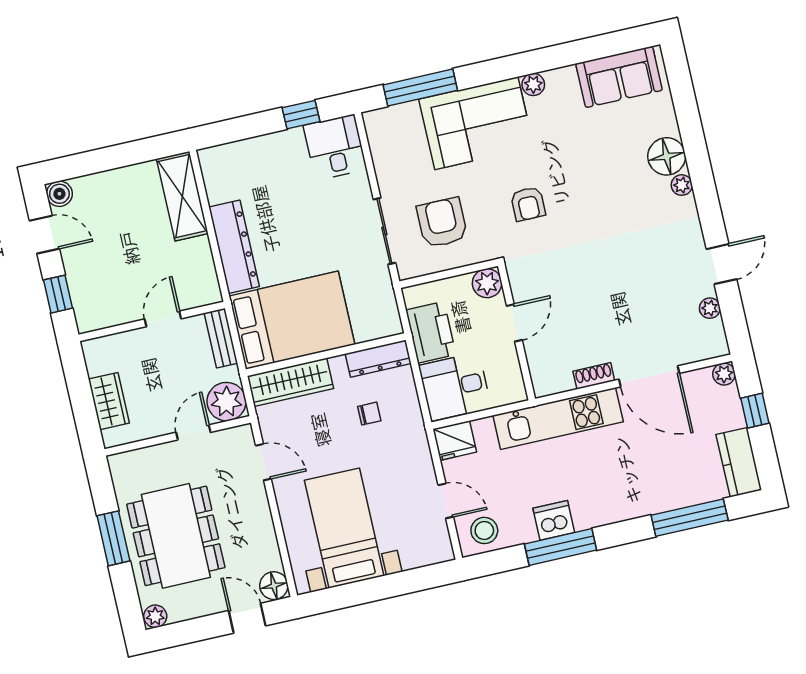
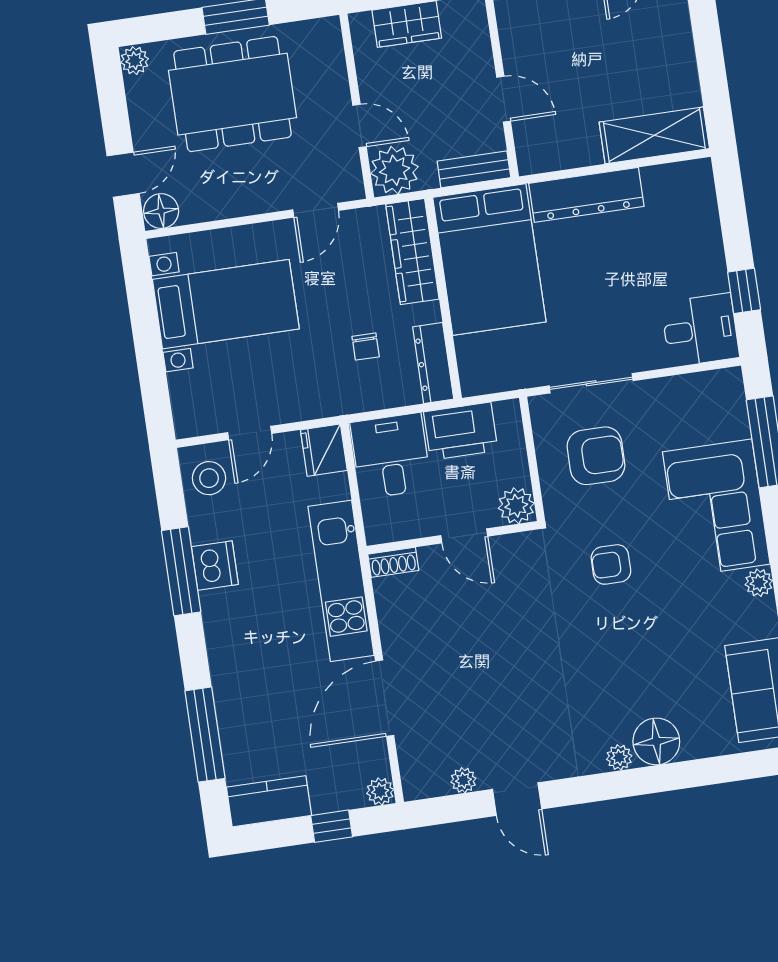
shoe rack: (594, 376) -> (393, 562), moved, turned 90

